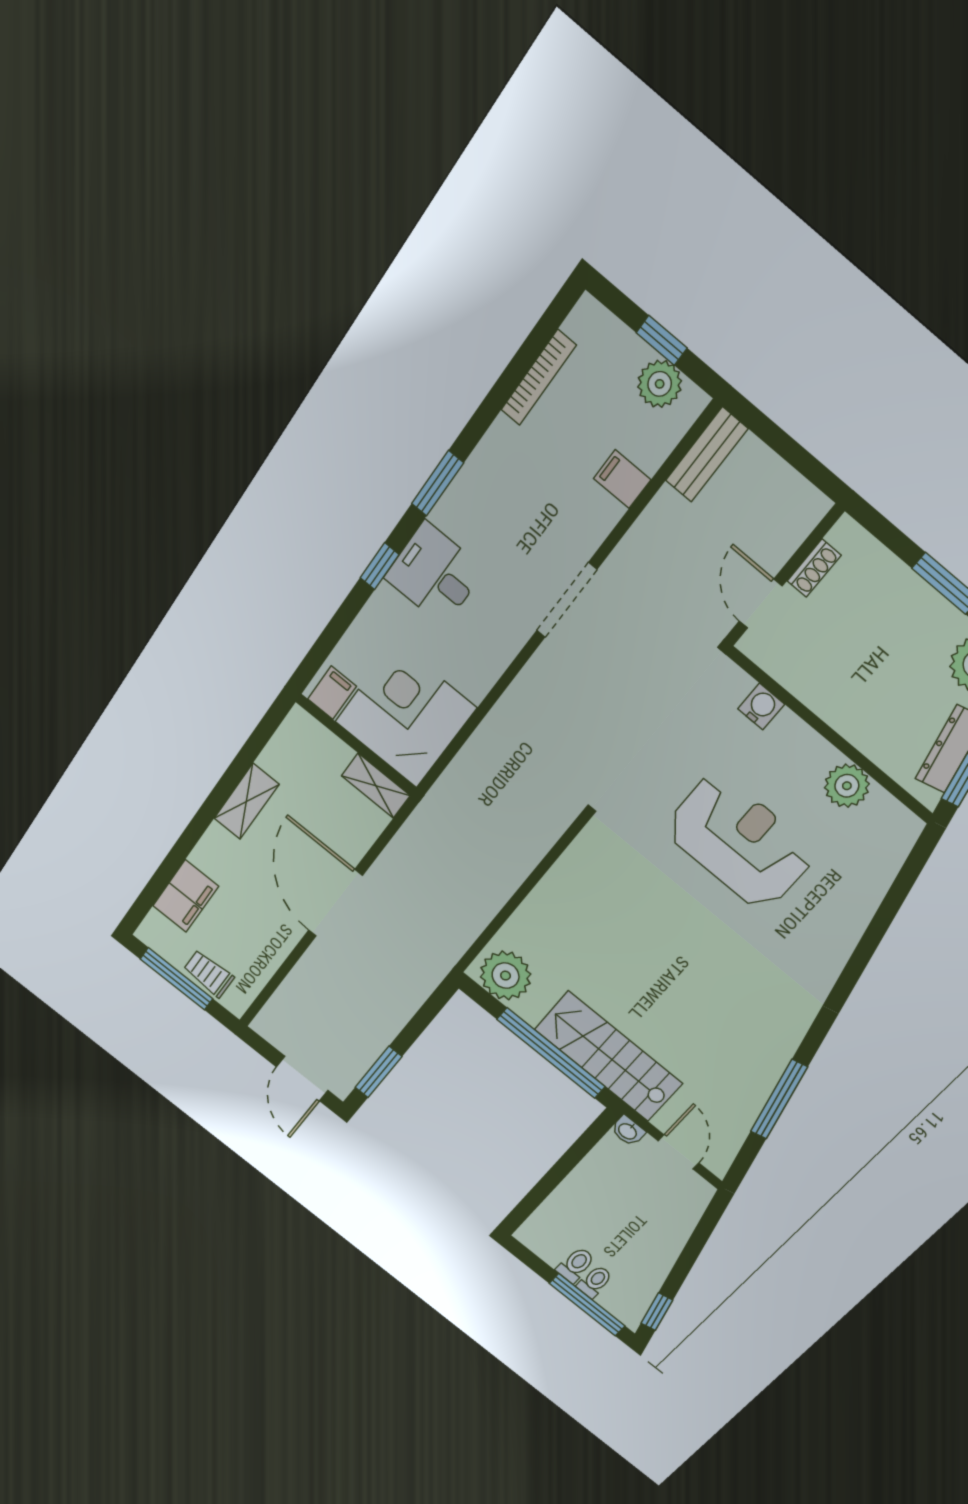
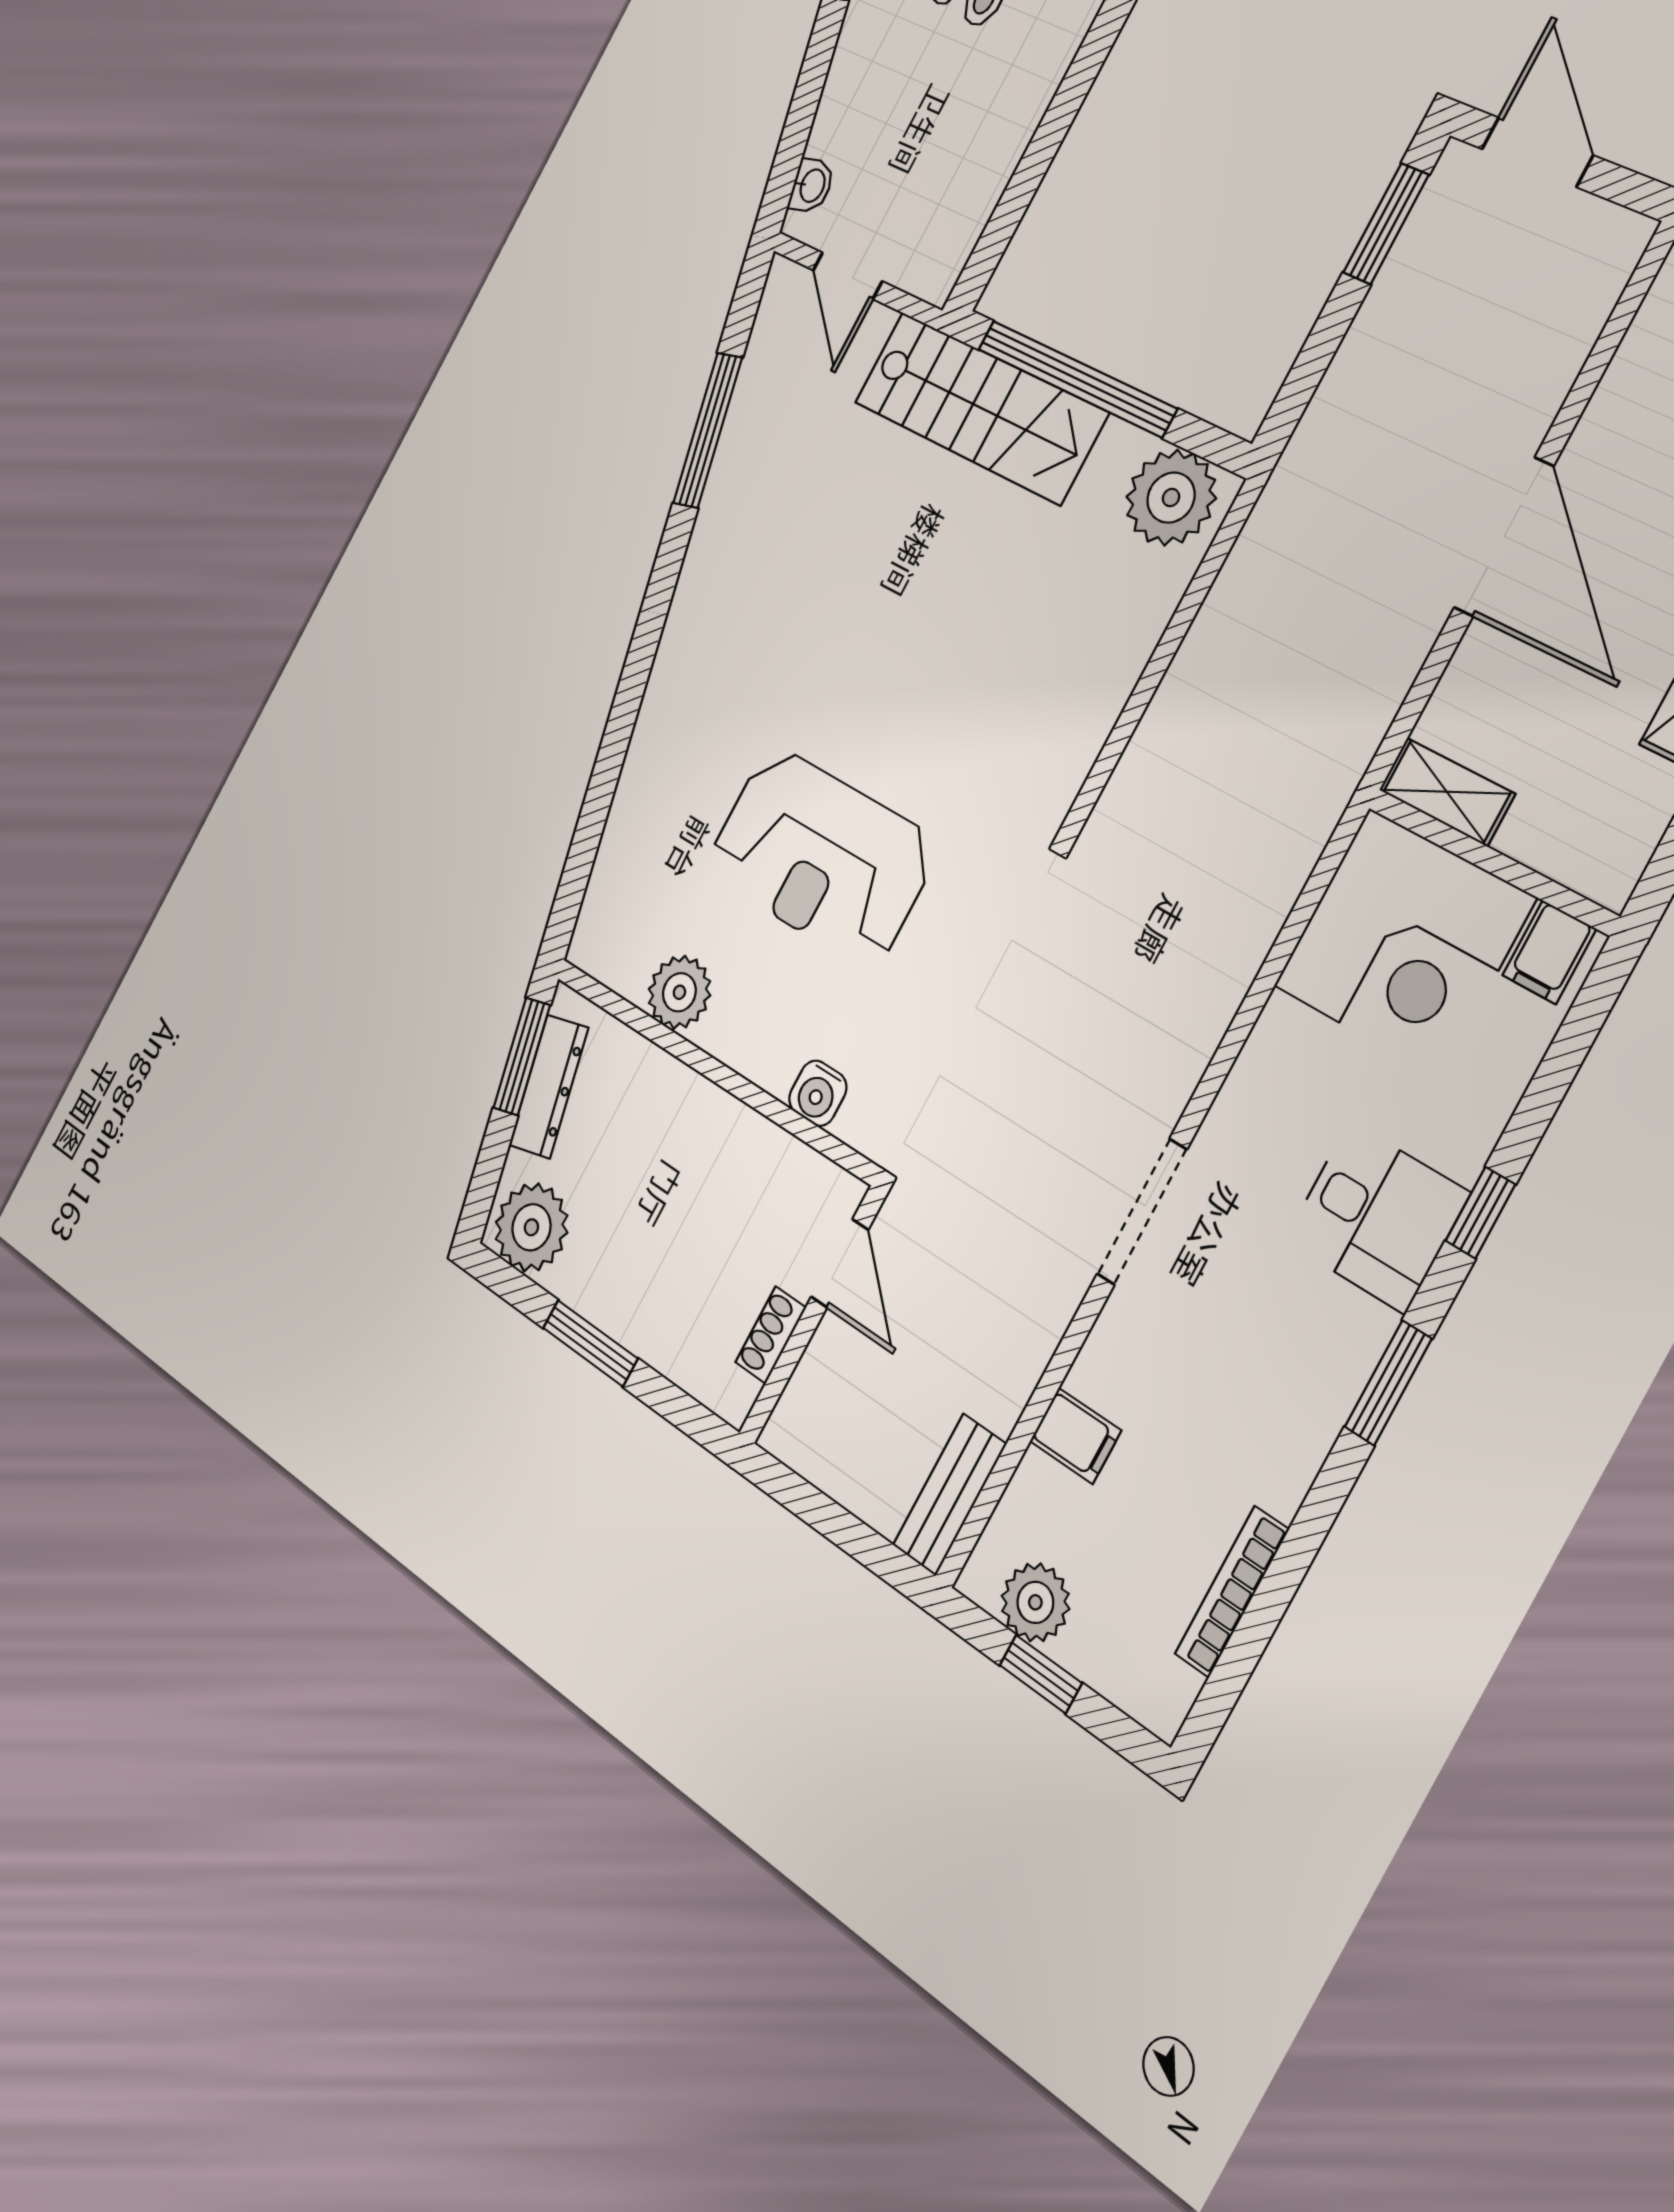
washbasin: (628, 1131) -> (812, 185), moved, turned 76

